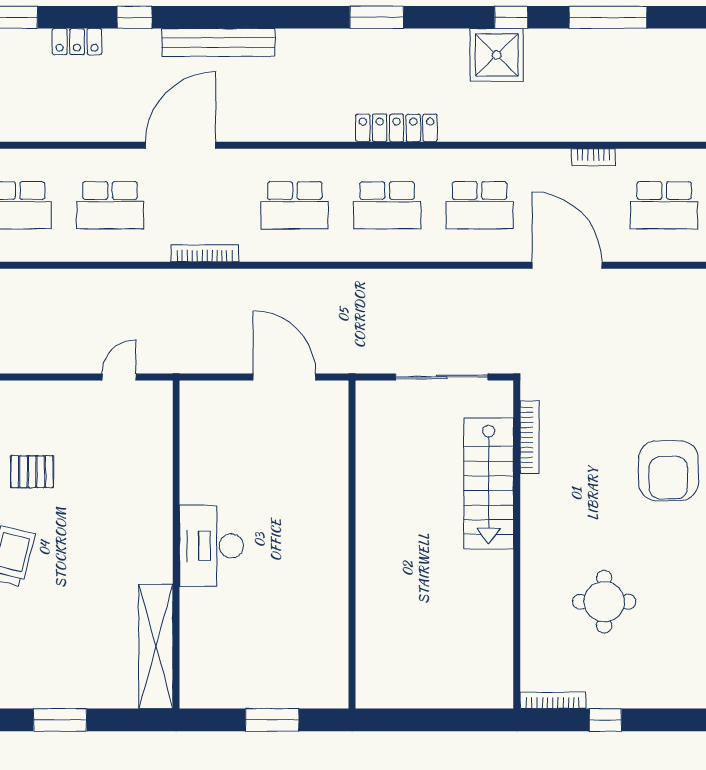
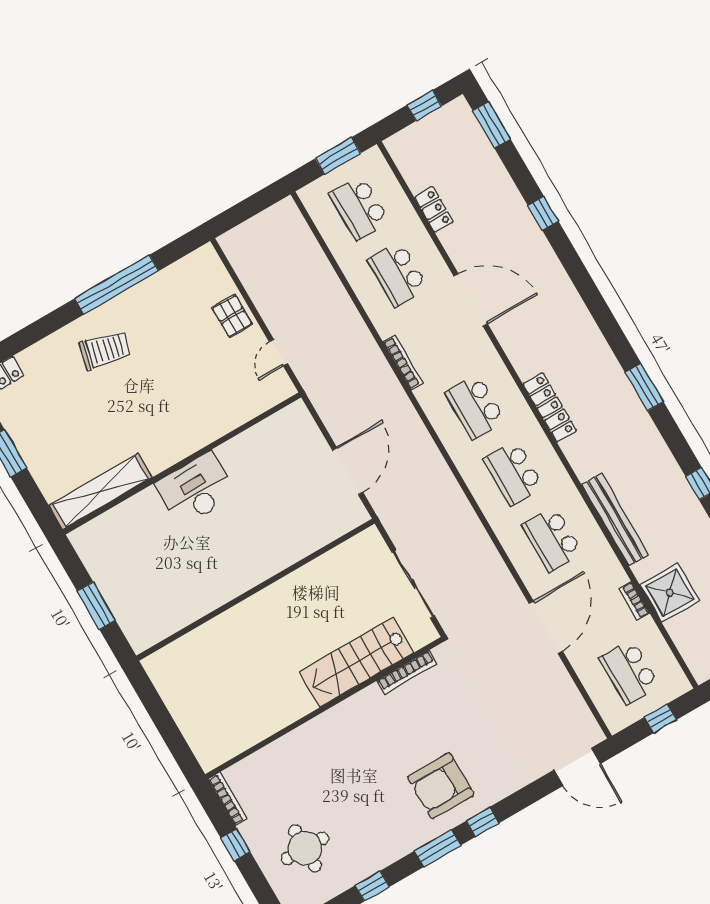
locker: (77, 42) -> (434, 210), moved, turned 180
bench: (218, 43) -> (615, 520), moved
shower: (497, 55) -> (670, 593), moved
locker: (397, 128) -> (550, 407), moved
door: (119, 377) -> (278, 352), swing flipped
pallet: (32, 472) -> (232, 316), moved
round table: (604, 602) -> (305, 848), moved

